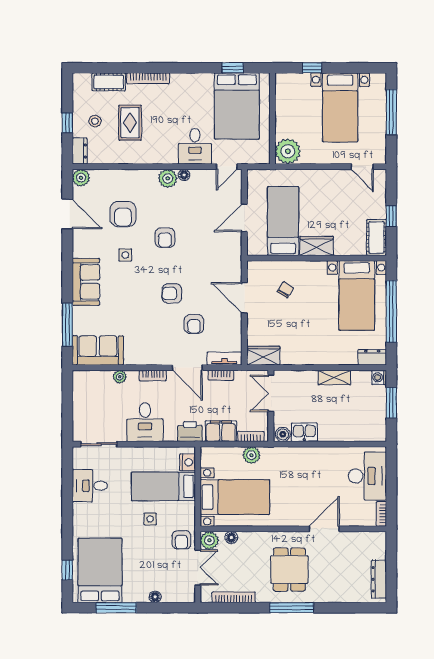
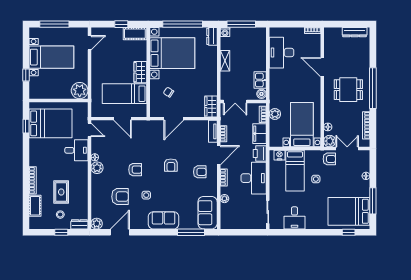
rug: (130, 123) -> (61, 192), turned 90
bed with nightstands: (357, 295) -> (172, 53), width x1.36
armchair: (194, 324) -> (200, 172), moved
window: (391, 403) -> (241, 24), width x1.44
desk: (145, 422) -> (254, 178), width x1.37
desk: (367, 476) -> (282, 53), moved, turned -90
window: (292, 608) -> (373, 88), width x1.46

